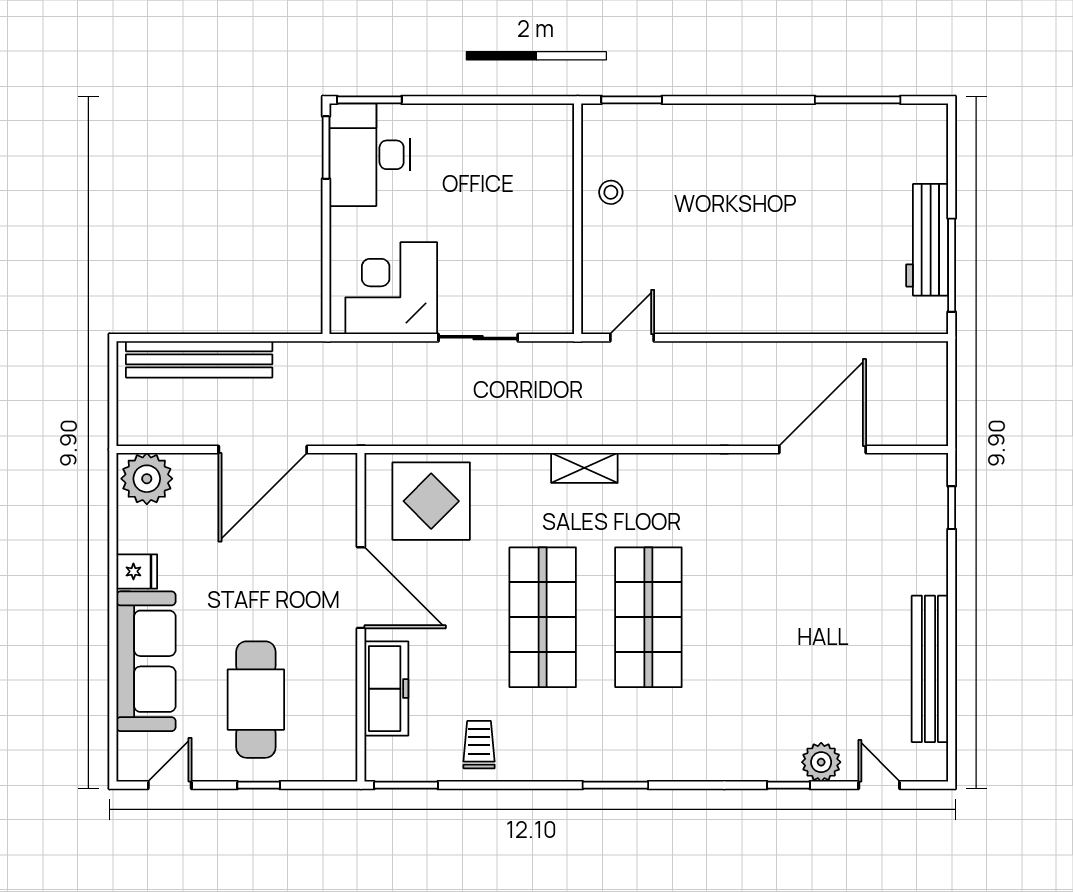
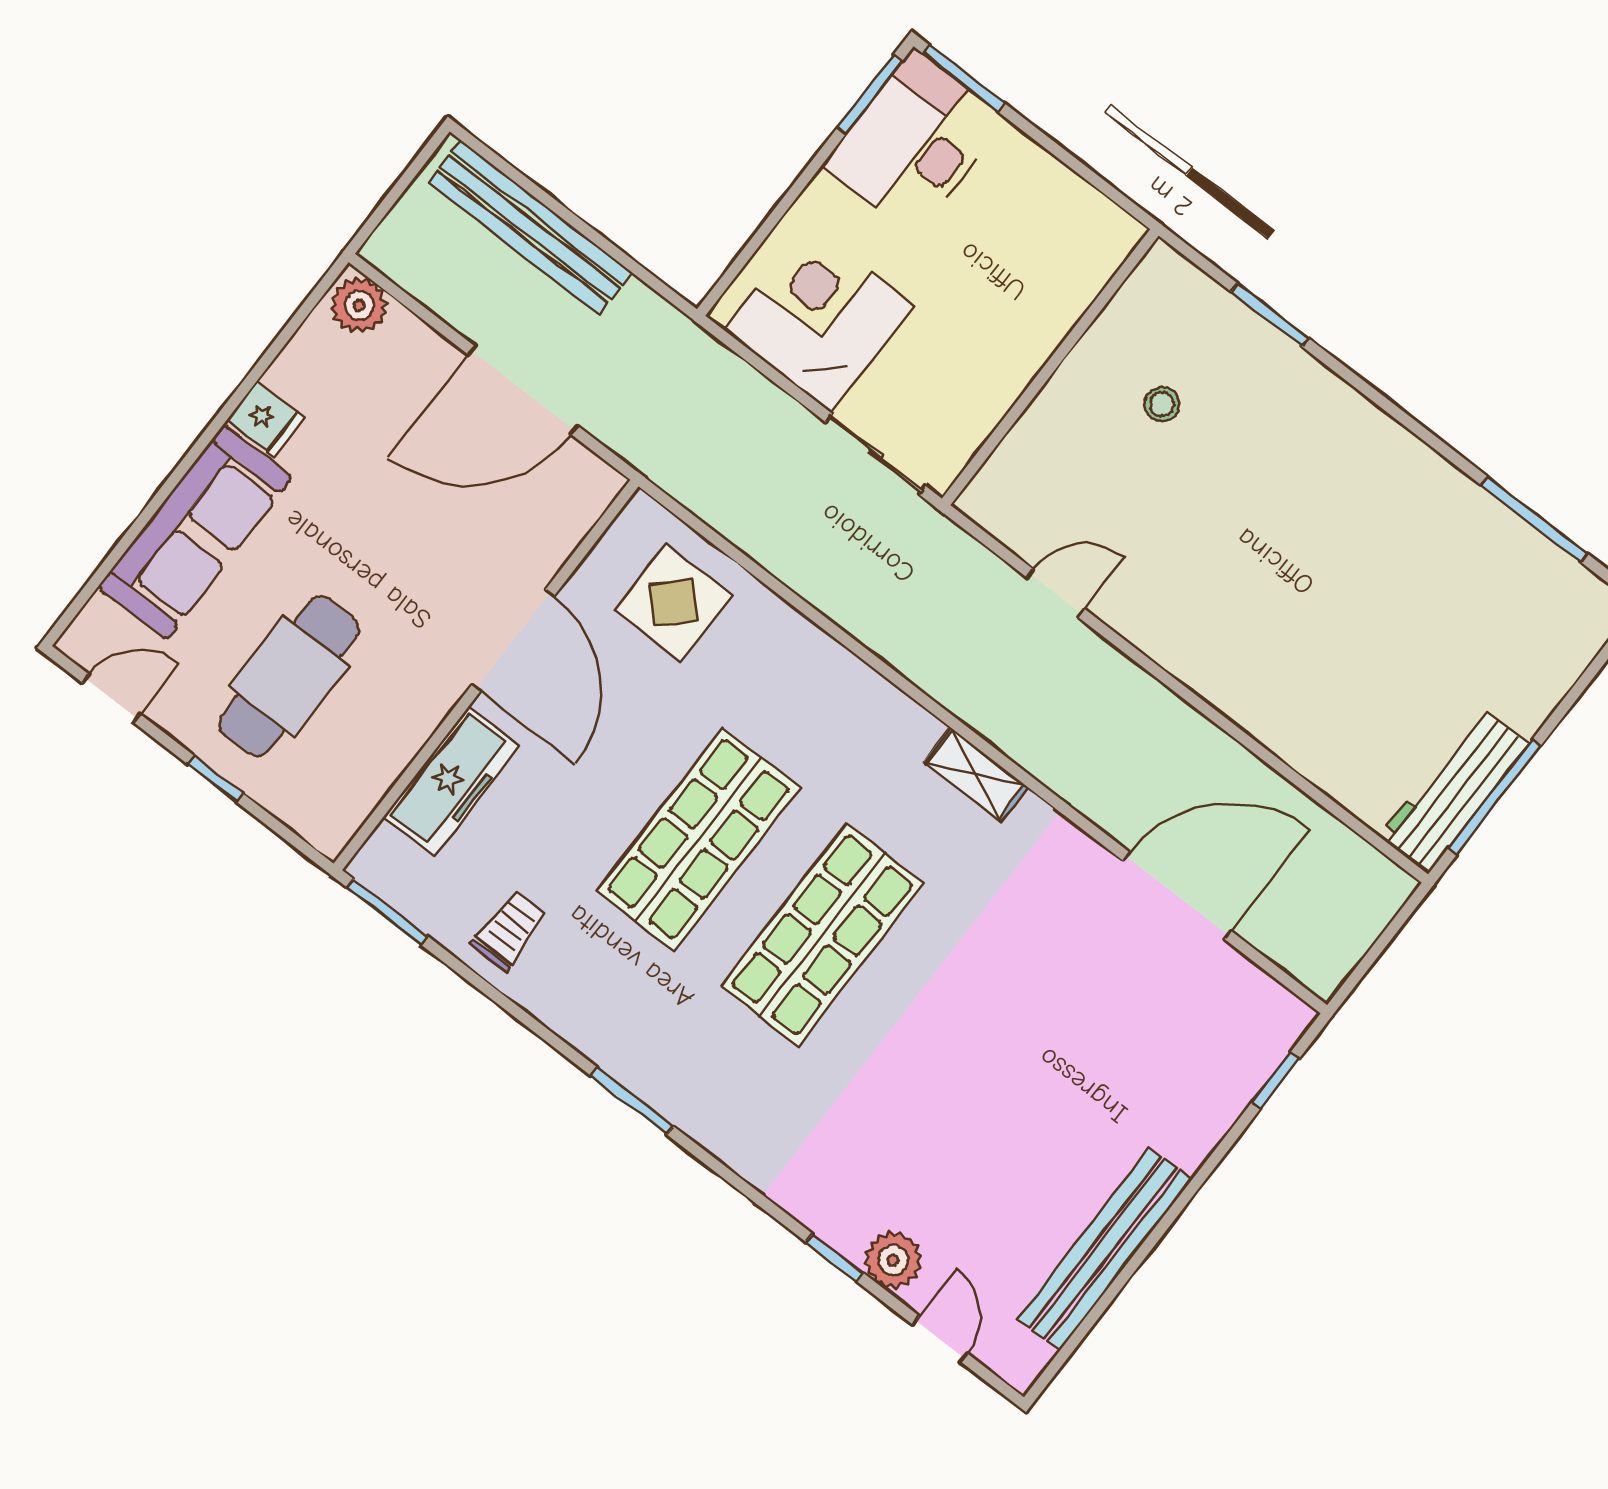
wall: (578, 219) -> (1050, 367), moved
workbench: (927, 240) -> (1454, 790), moved
shelving: (584, 468) -> (976, 775), moved
plant: (147, 479) -> (359, 305), width x0.73, depth x0.73
display table: (431, 501) -> (673, 603), width x0.73, depth x0.73

